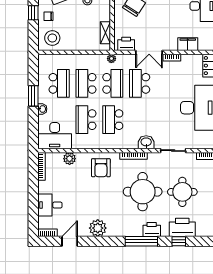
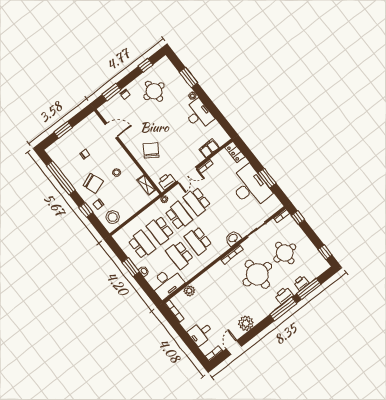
armchair: (101, 168) -> (216, 280), removed
printer: (182, 227) -> (301, 283), width x0.53, depth x0.68
window: (179, 241) -> (309, 289), width x2.17

